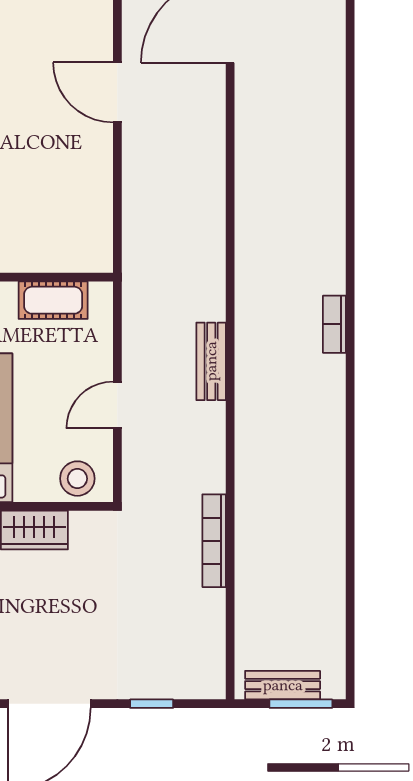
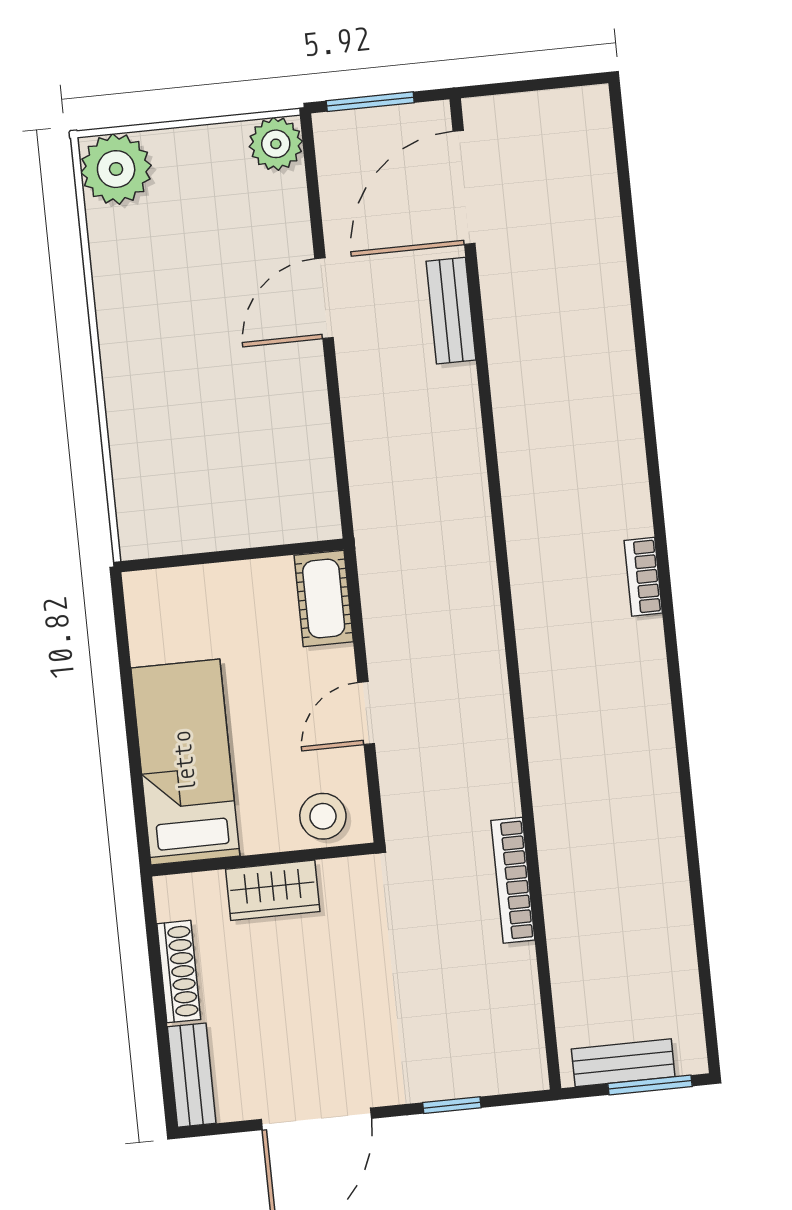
door: (117, 92) -> (324, 298), hinge flipped
cot: (53, 300) -> (324, 598), moved, turned 90
bench: (211, 361) -> (451, 311), moved

